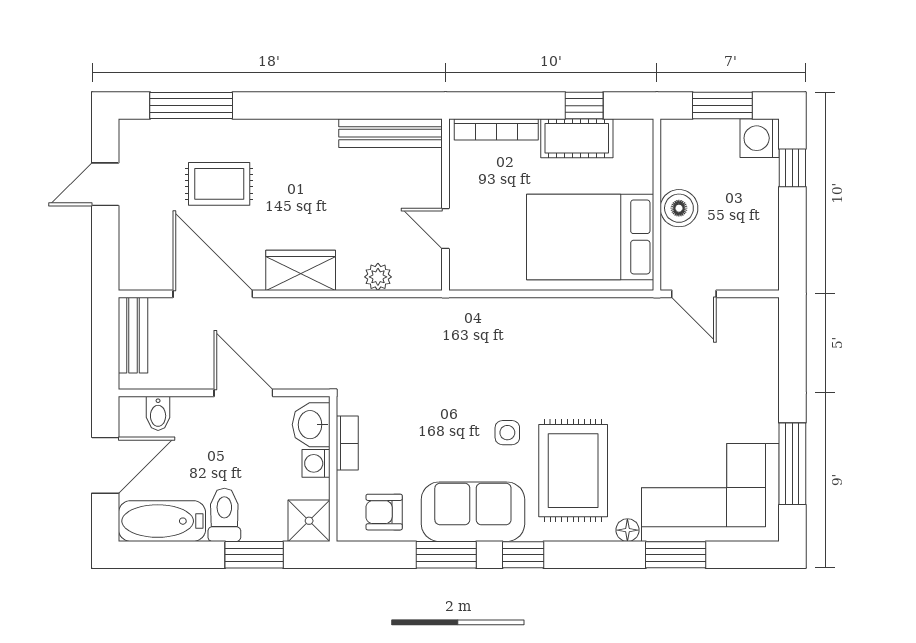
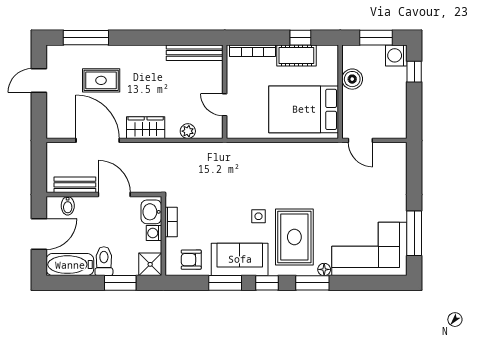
boiler: (679, 208) -> (352, 79), moved
bench: (133, 335) -> (75, 185), moved, turned 90
window: (676, 555) -> (312, 283), moved

